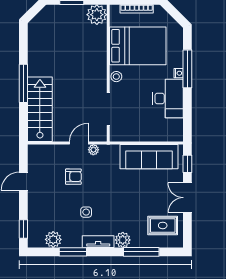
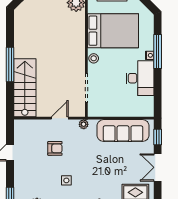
plant: (93, 150) -> (84, 124), moved

